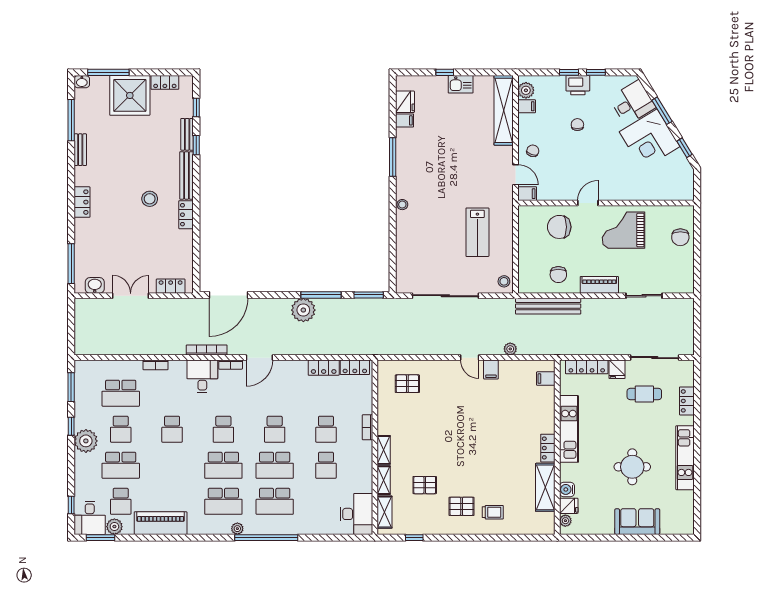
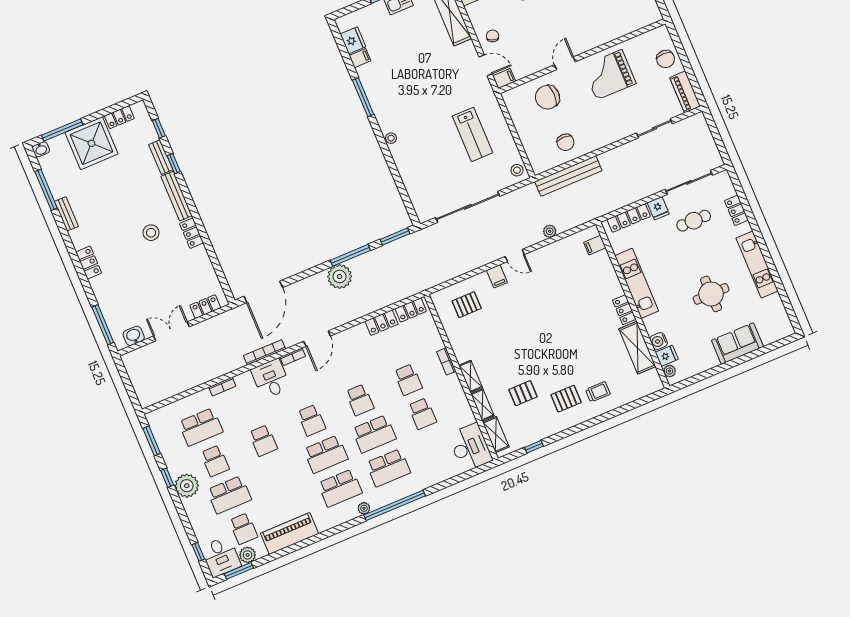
piano: (599, 285) -> (685, 92), moved, turned -90
filing cabinet: (491, 370) -> (497, 276), moved

